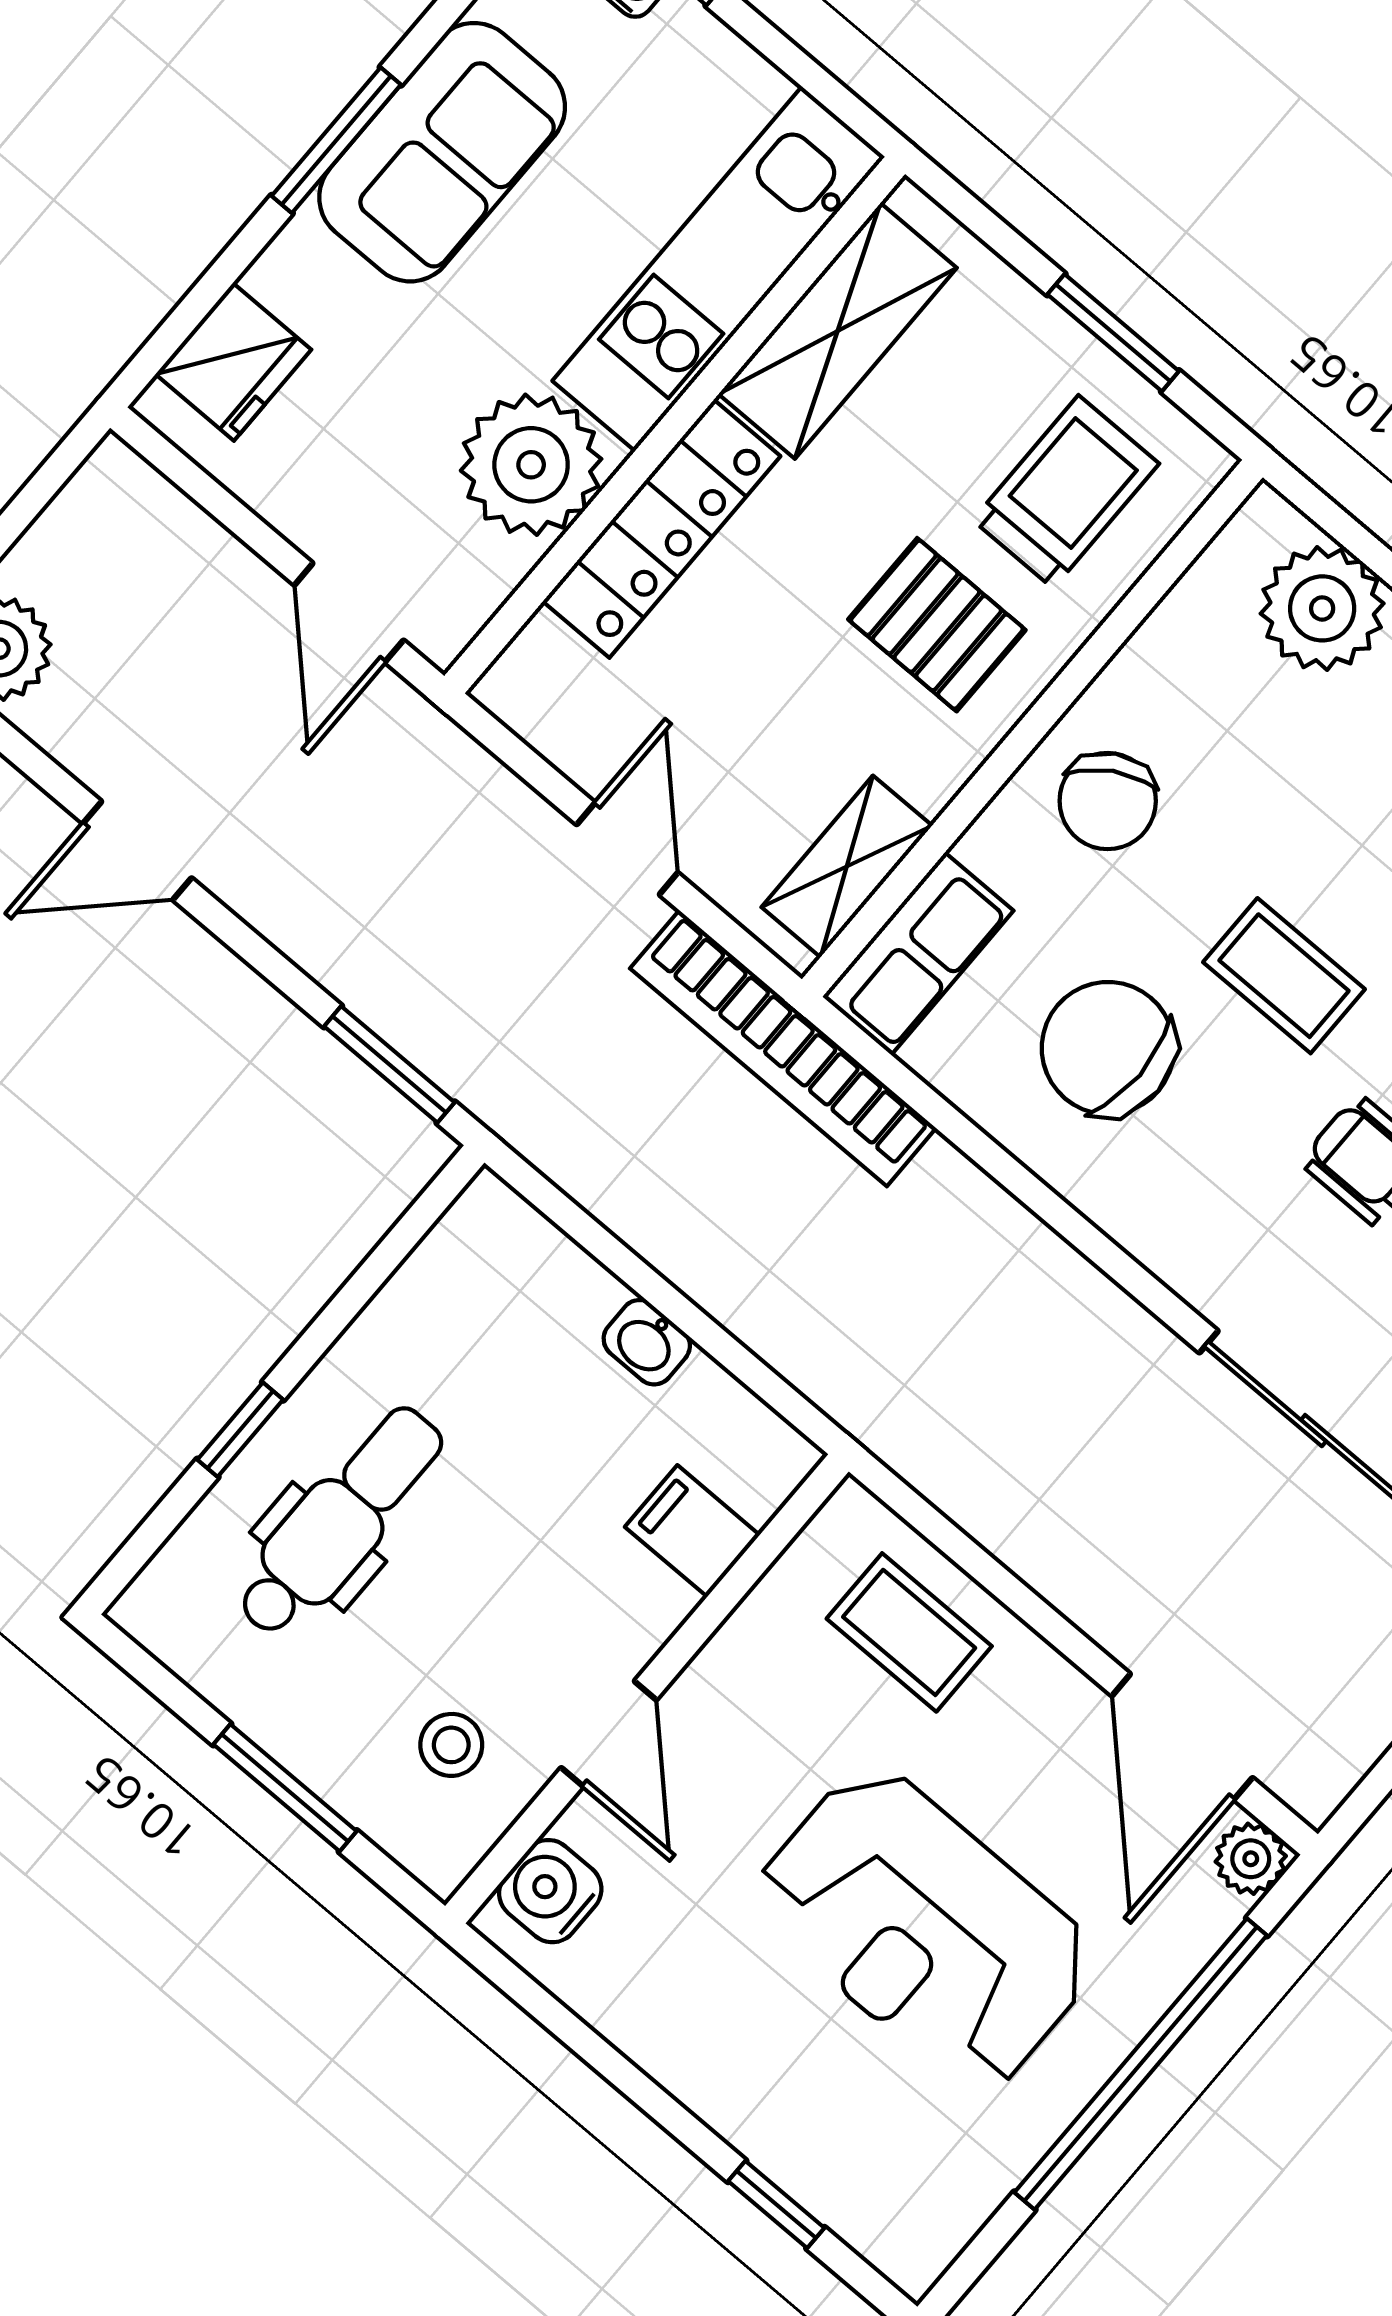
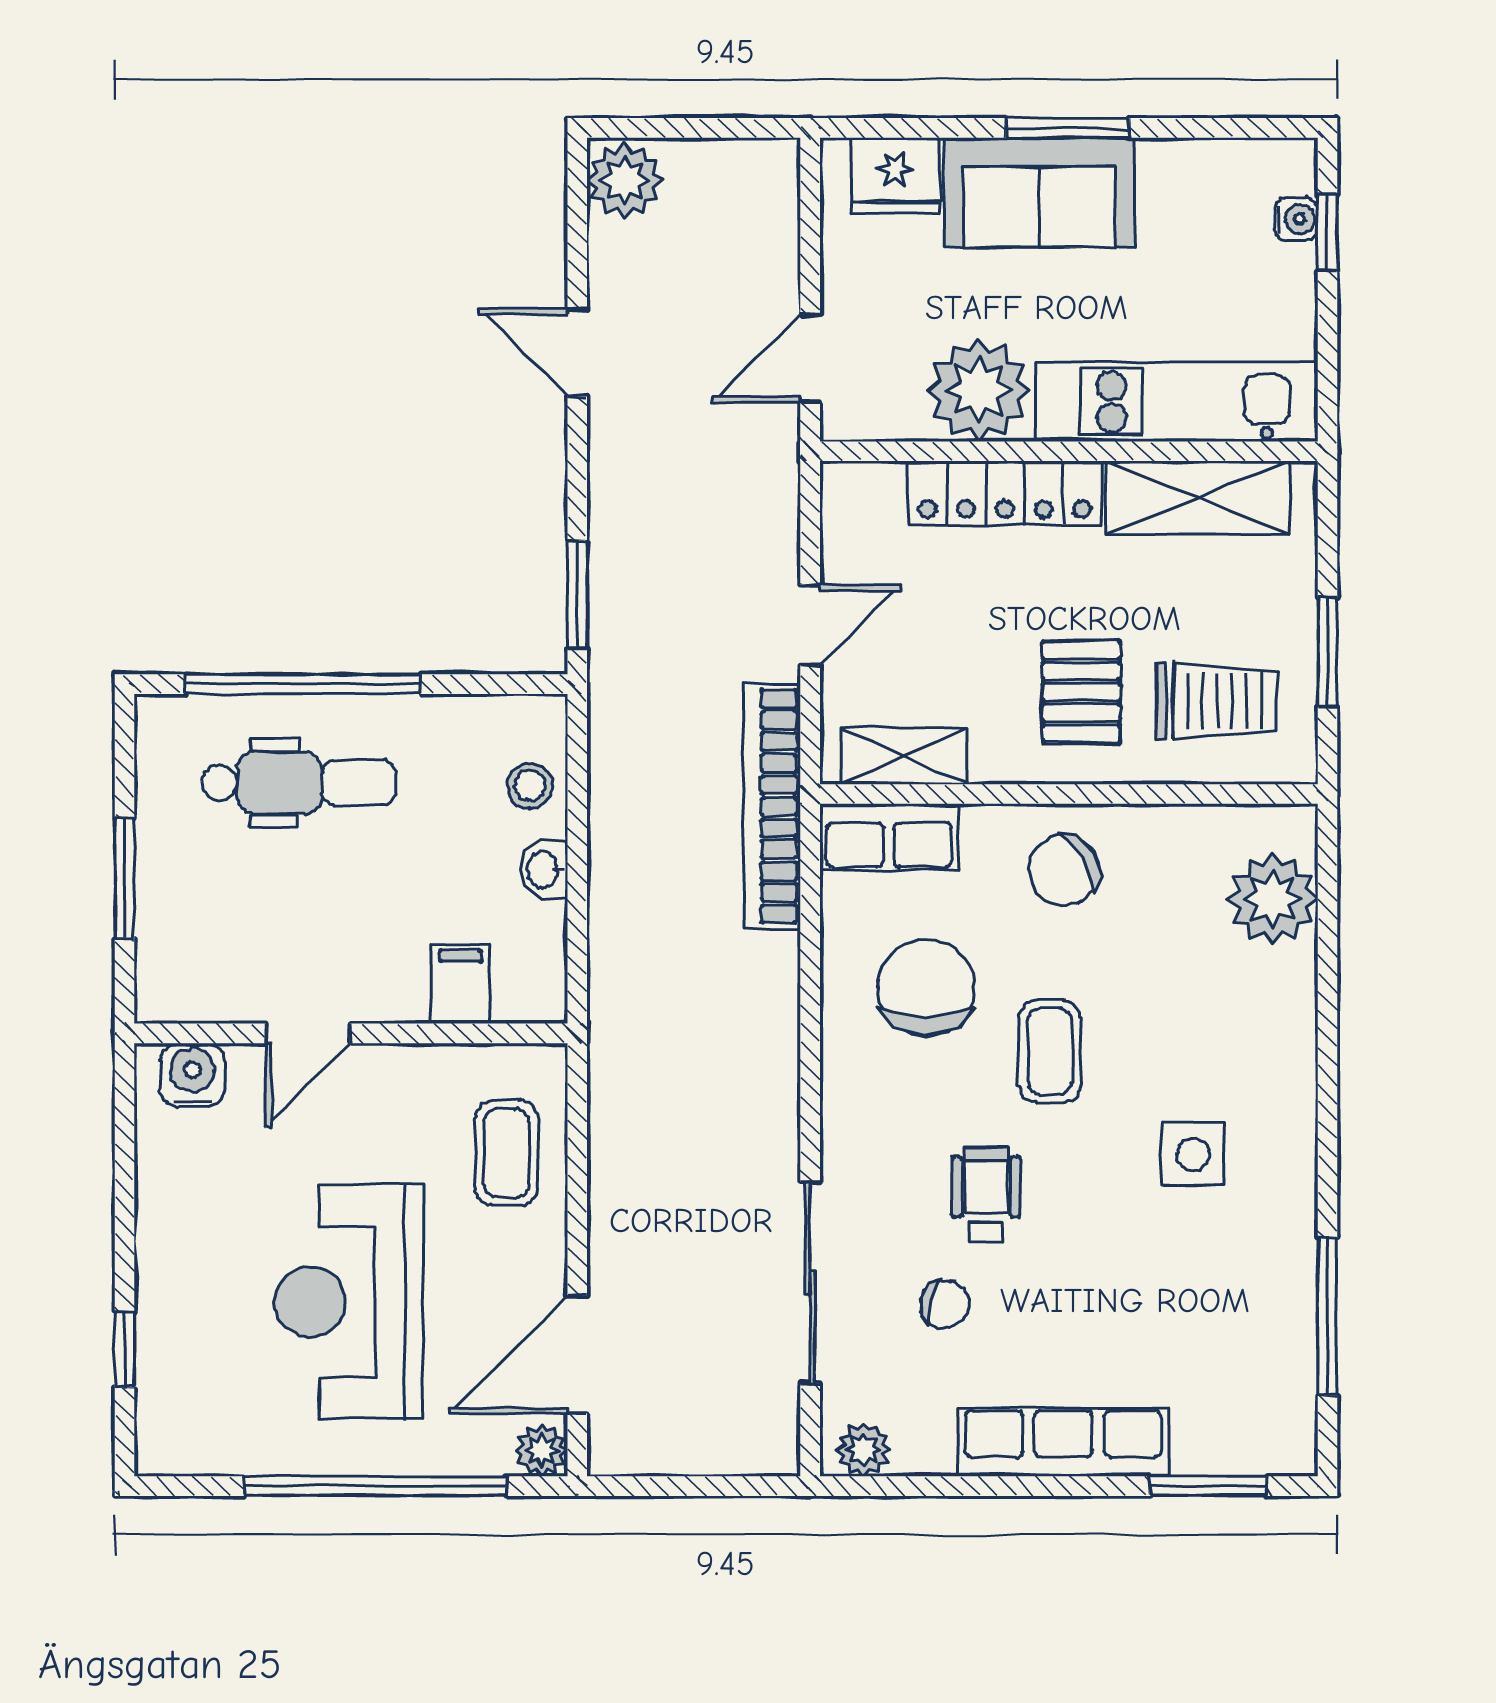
sofa: (442, 152) -> (1039, 193), moved
window: (240, 1430) -> (303, 684), width x3.17
stool: (451, 1745) -> (530, 786), moved

